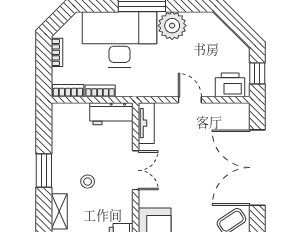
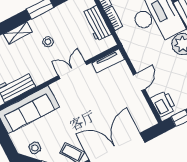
workbench: (111, 114) -> (97, 23), moved
double door: (136, 170) -> (72, 70), swing flipped

